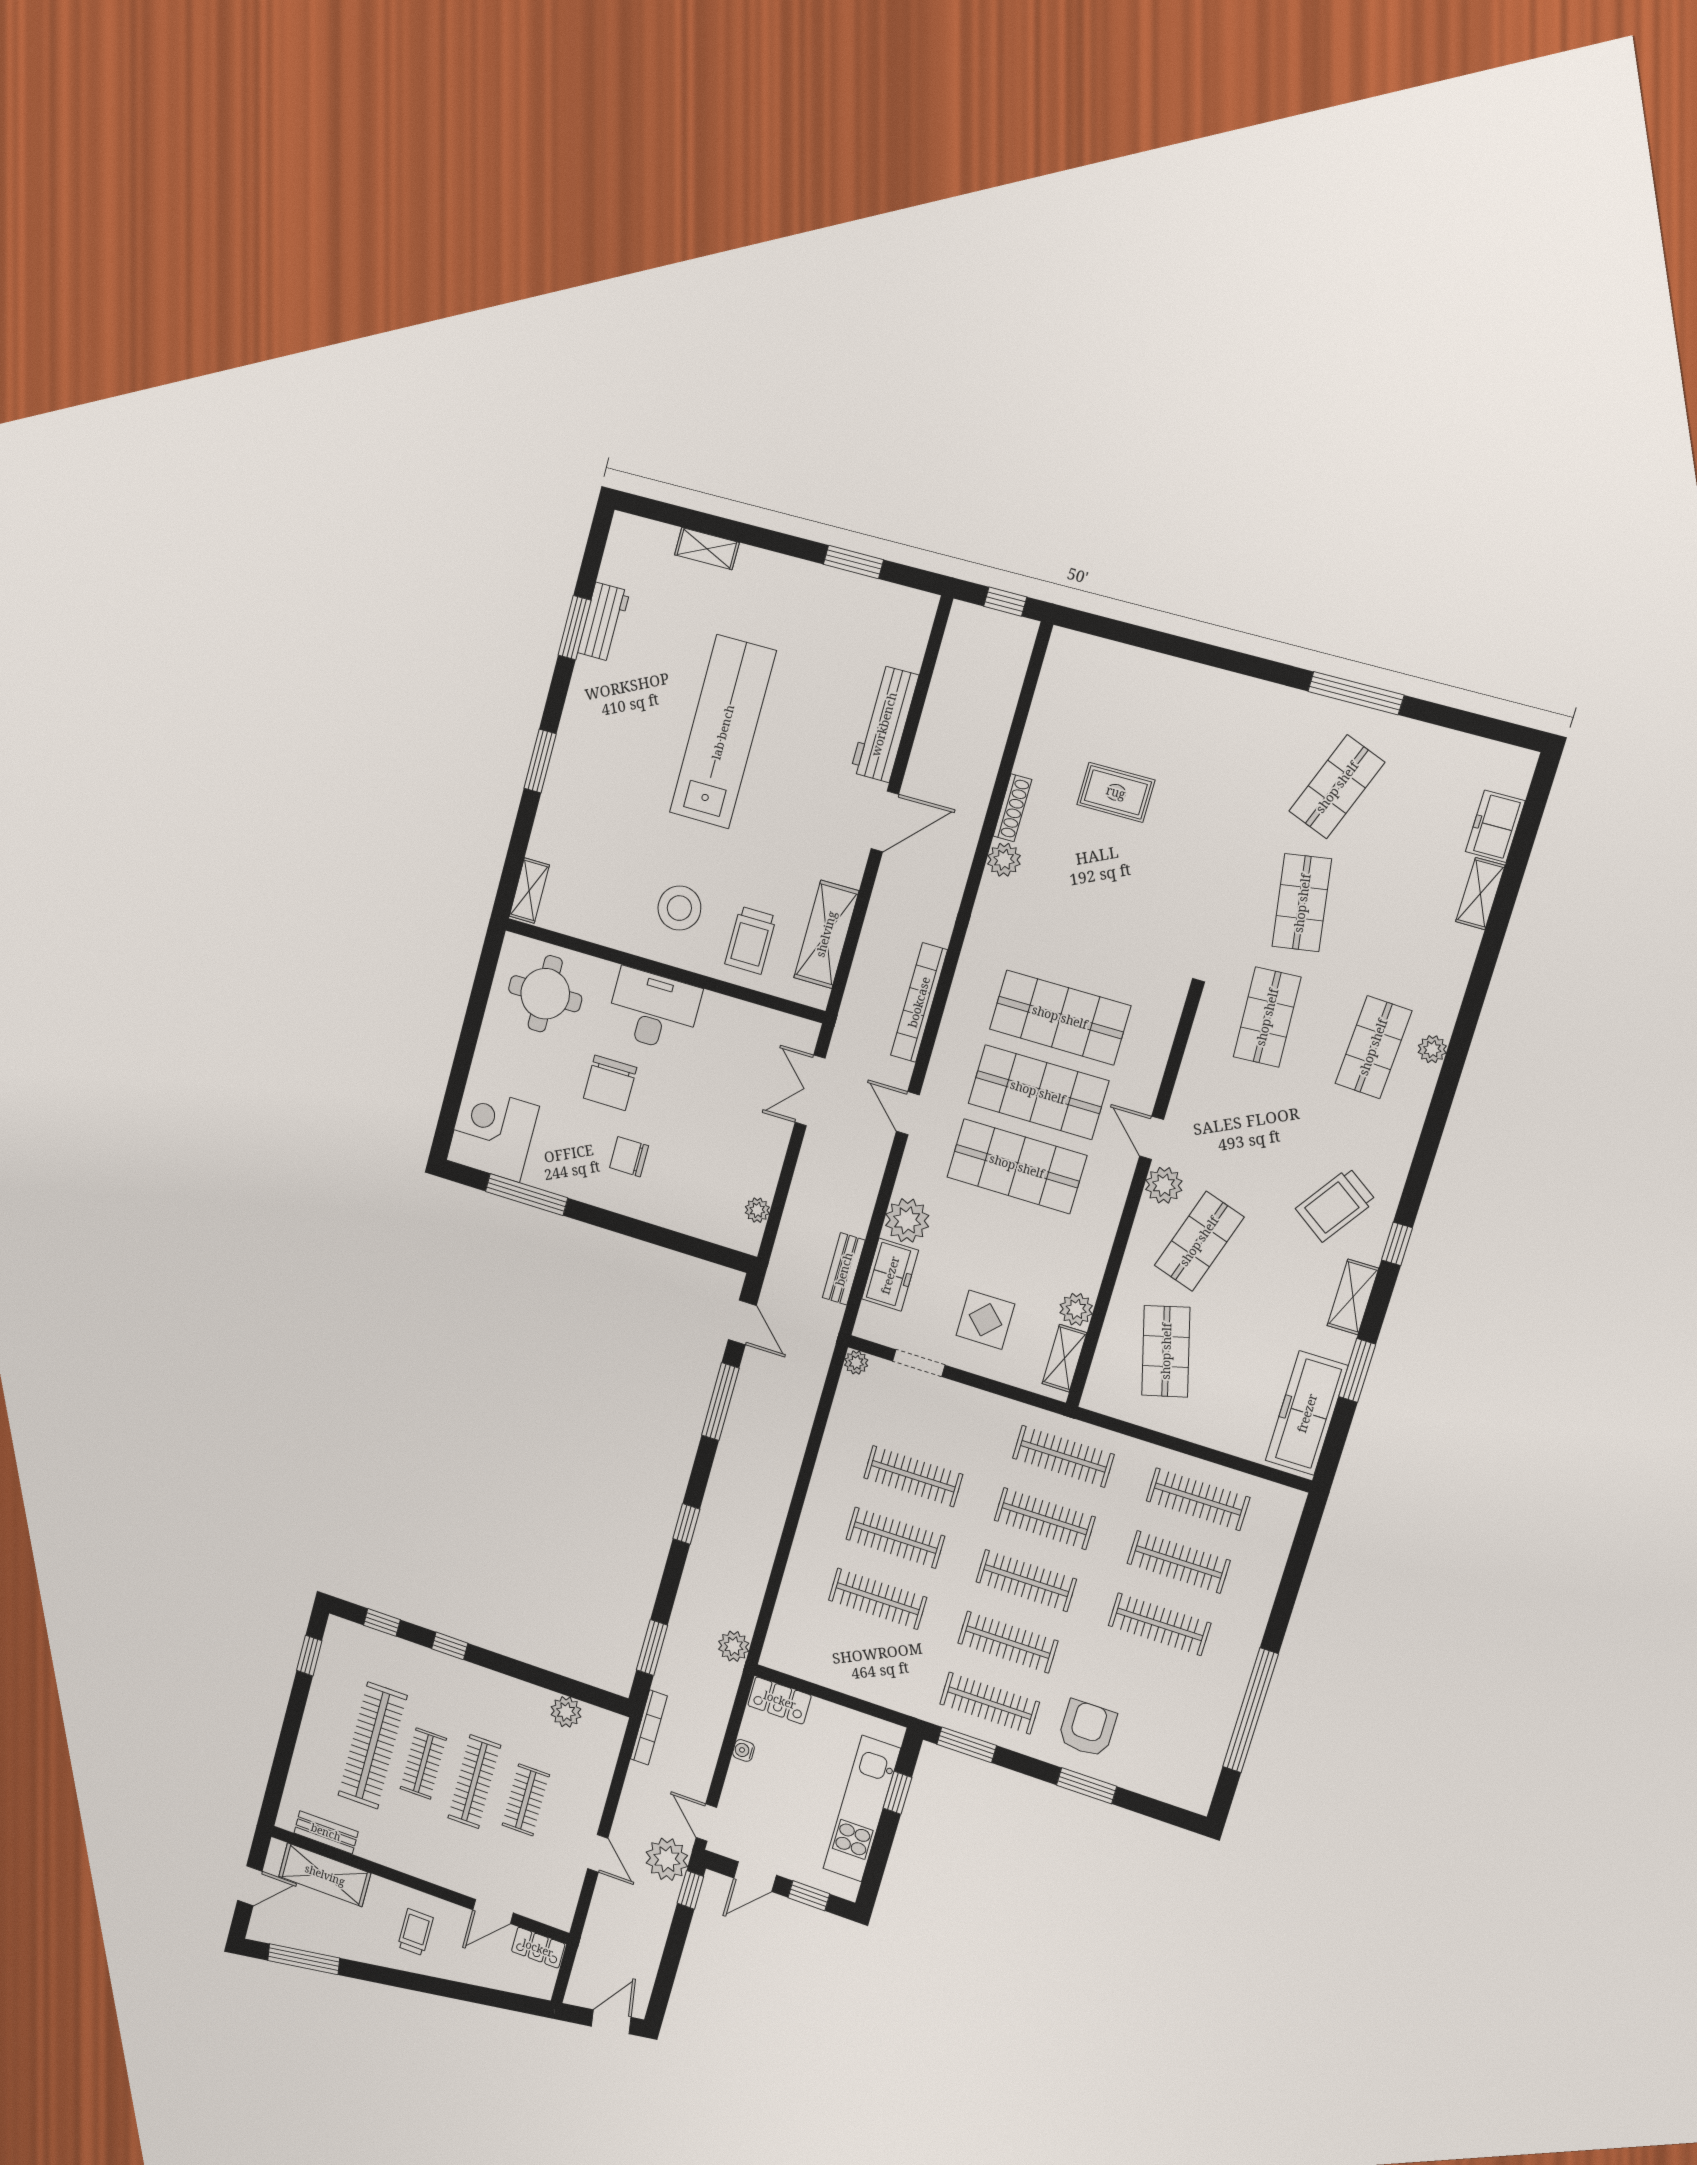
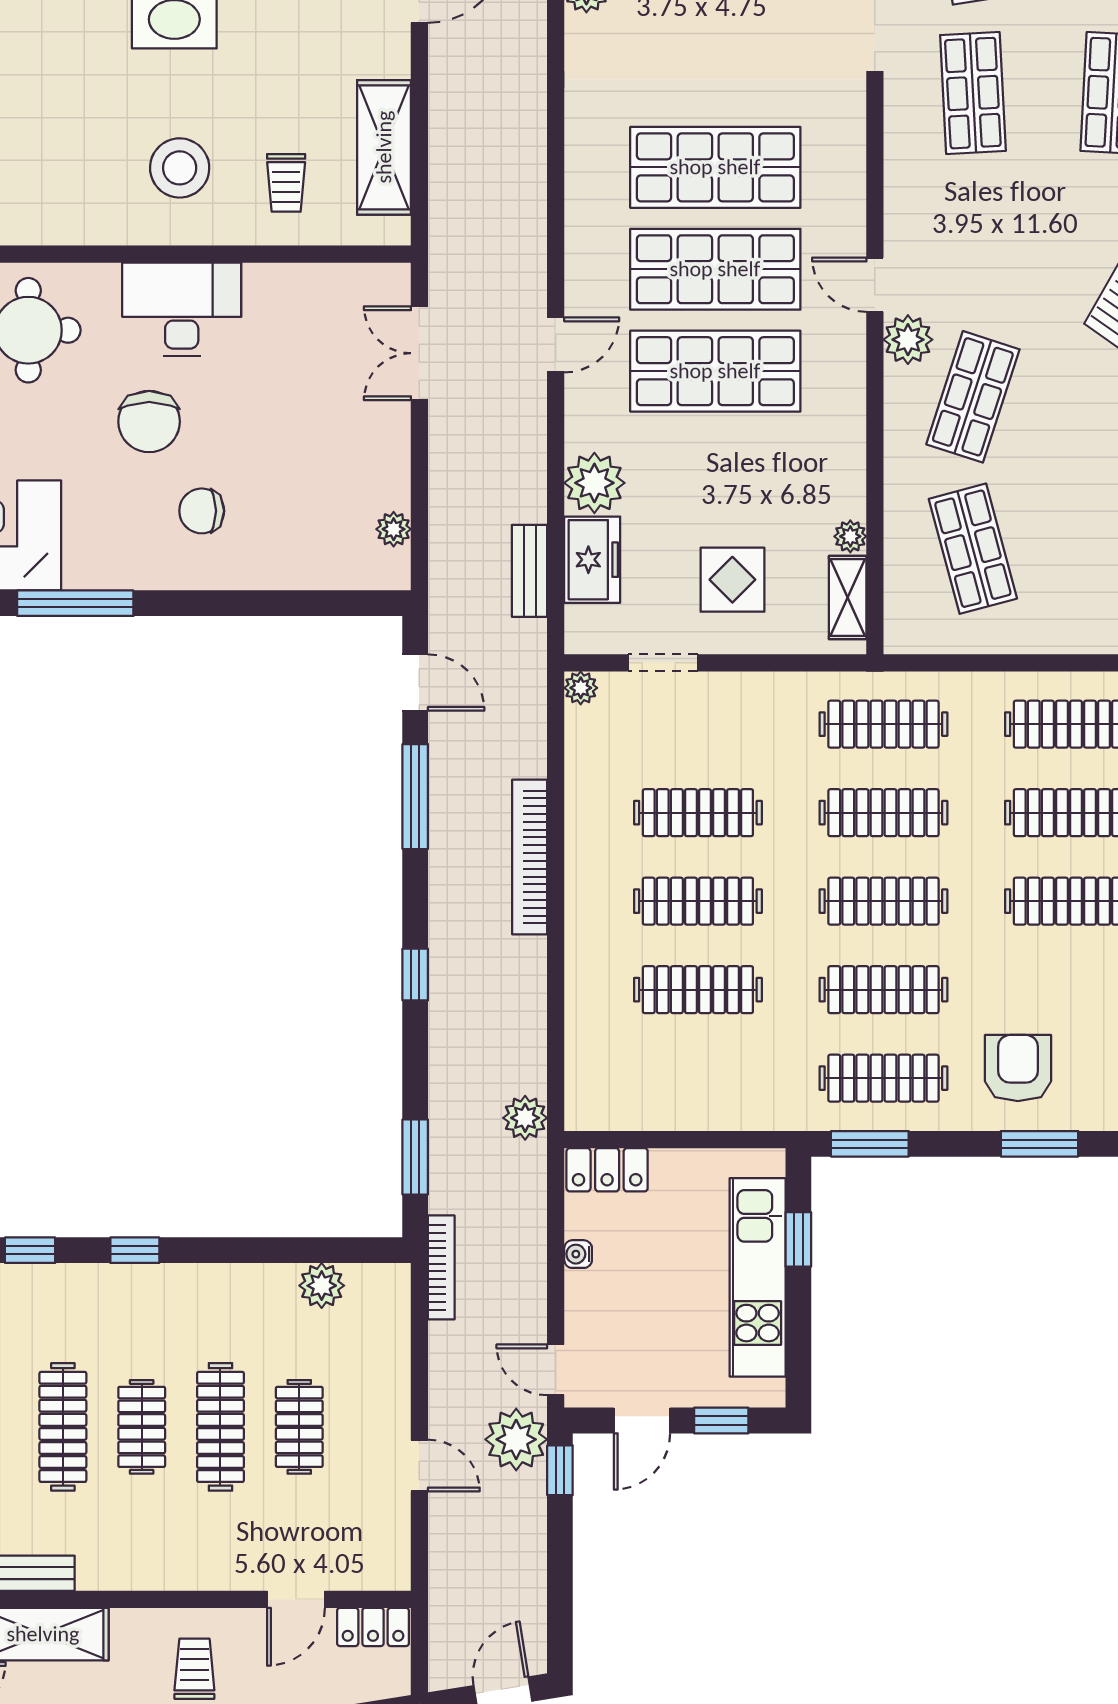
trolley: (751, 940) -> (286, 183), width x0.73, depth x0.72
bookcase: (919, 1002) -> (530, 857), moved
door: (908, 1113) -> (556, 345), swing flipped
plant: (1076, 1309) -> (850, 536), width x0.73, depth x0.73
clothes rail: (373, 1746) -> (63, 1427), width x0.73, depth x0.76

